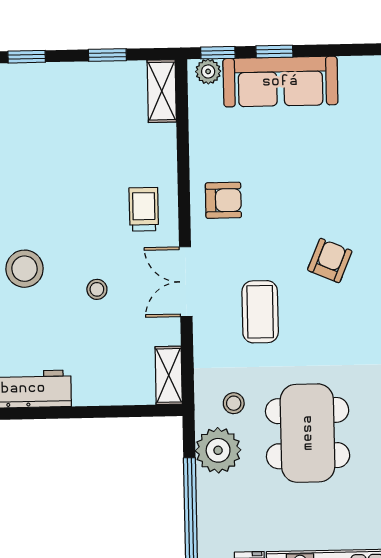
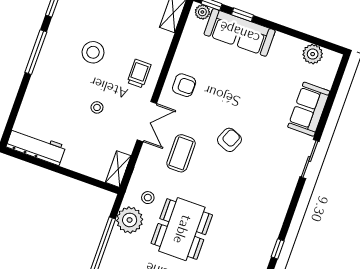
stool: (25, 269) -> (93, 52), moved
double door: (186, 282) -> (147, 122), swing flipped

